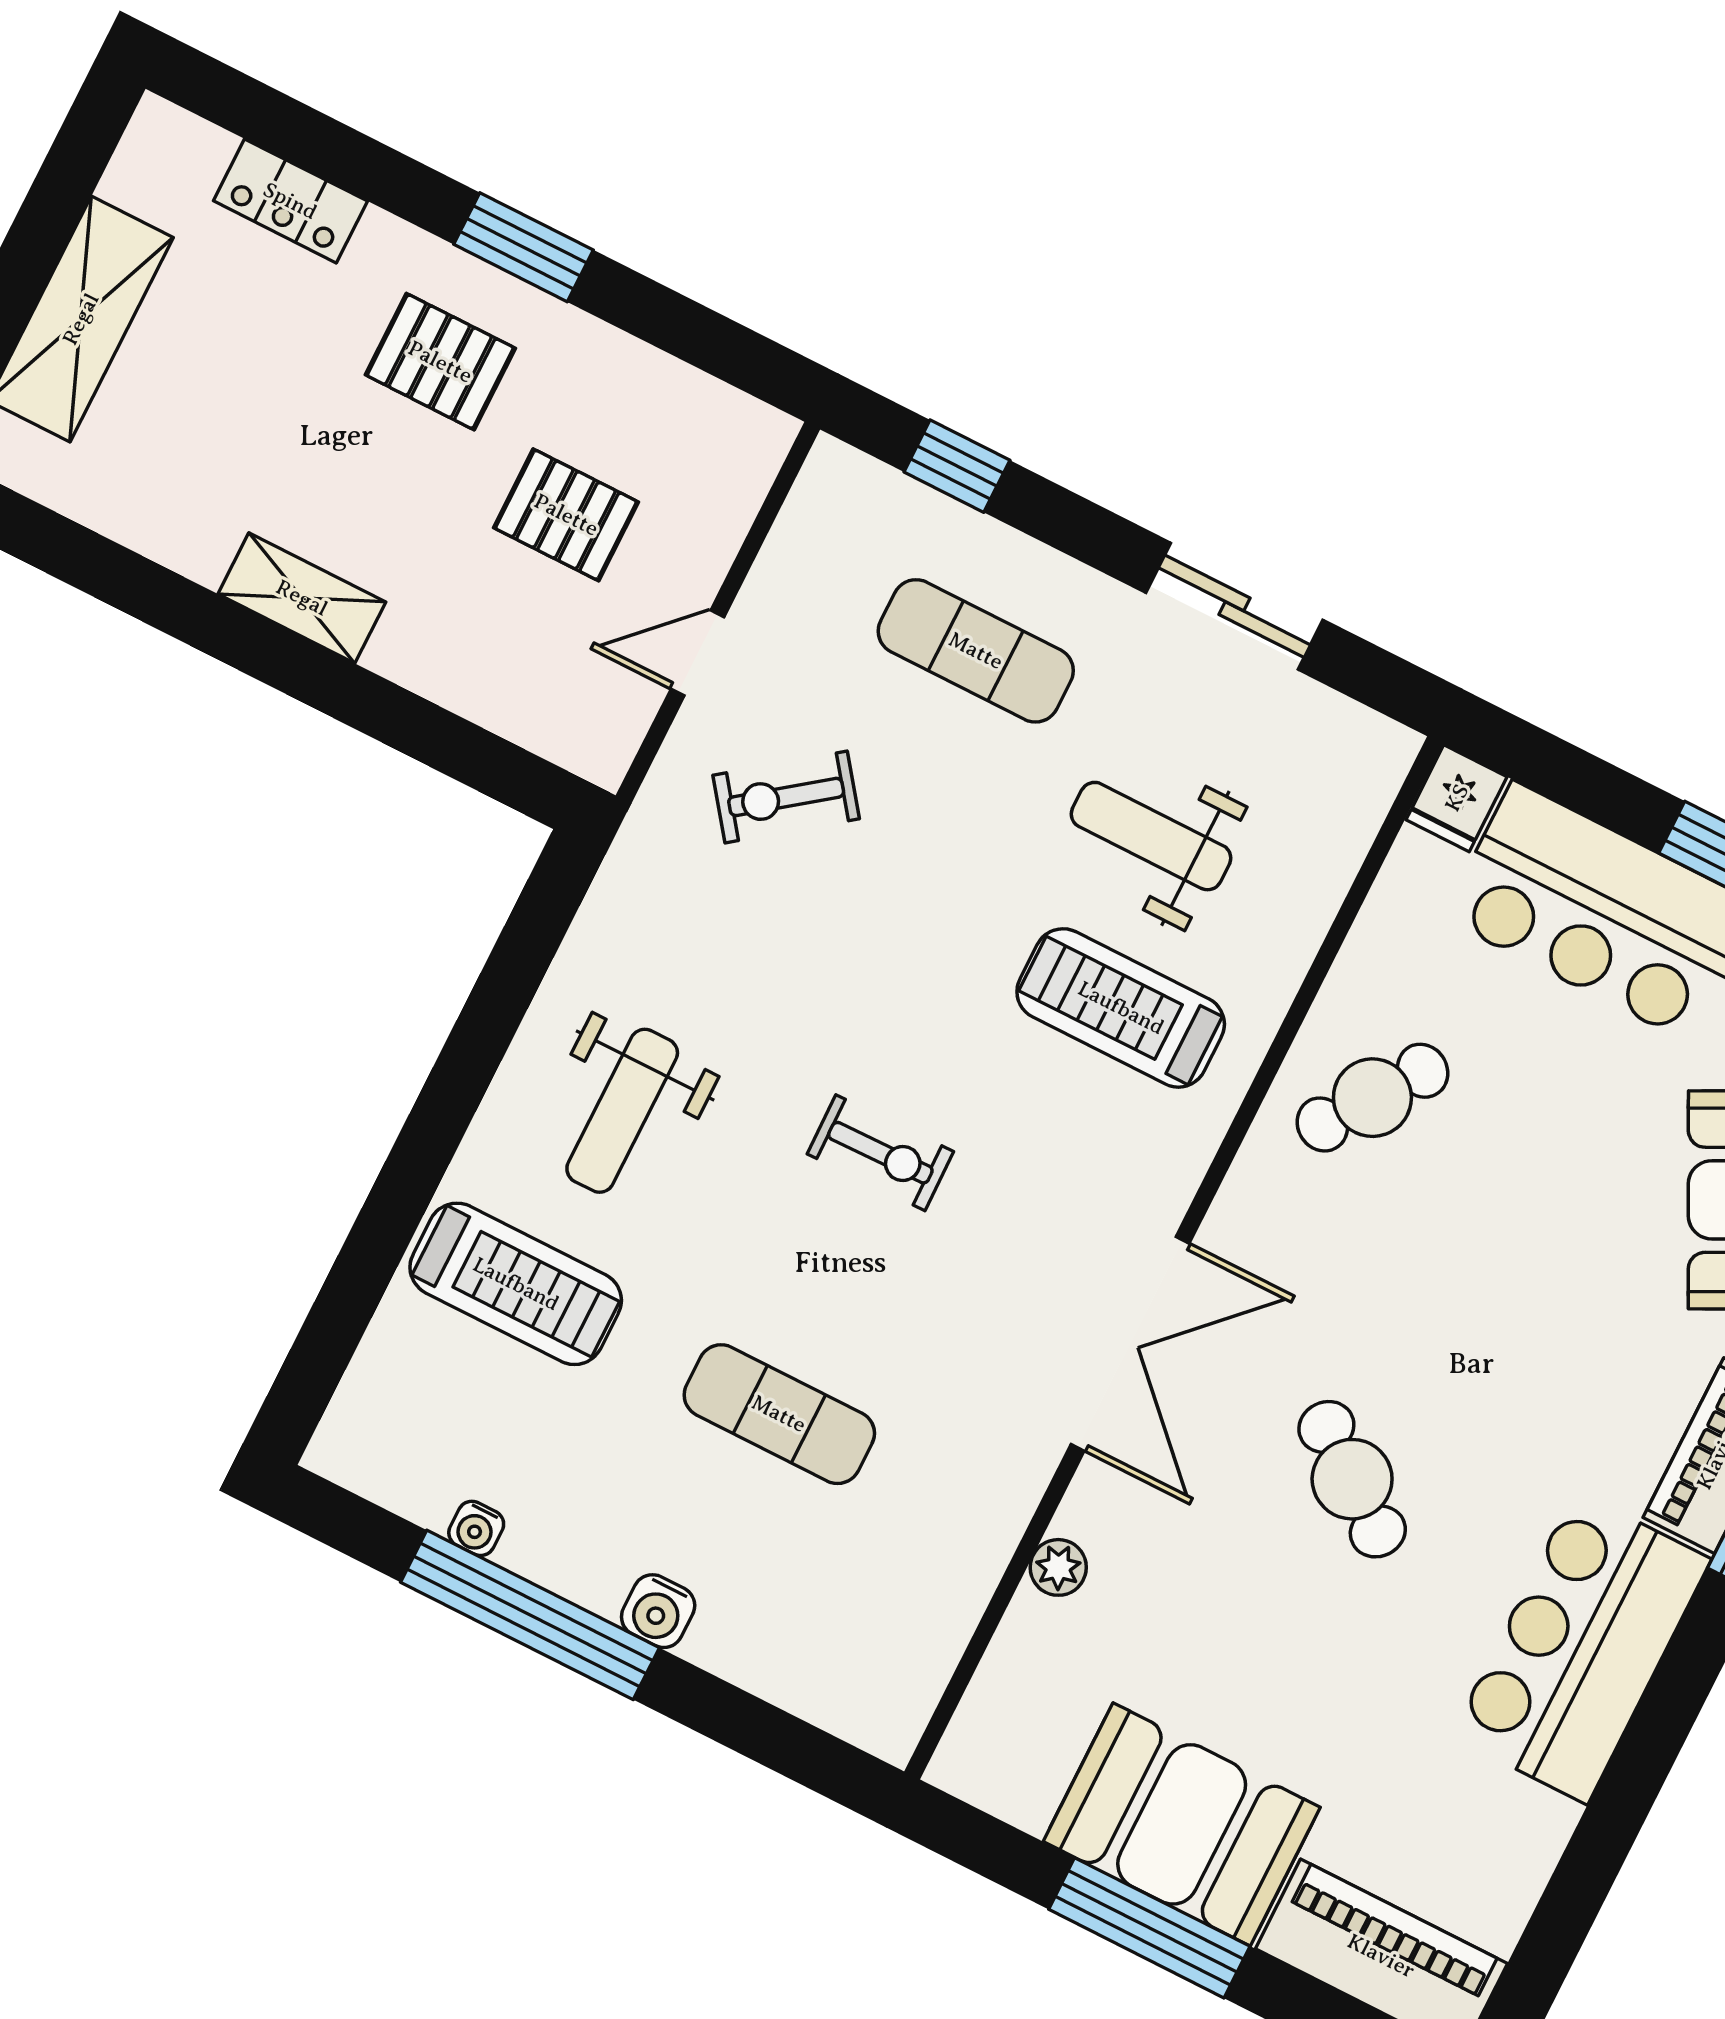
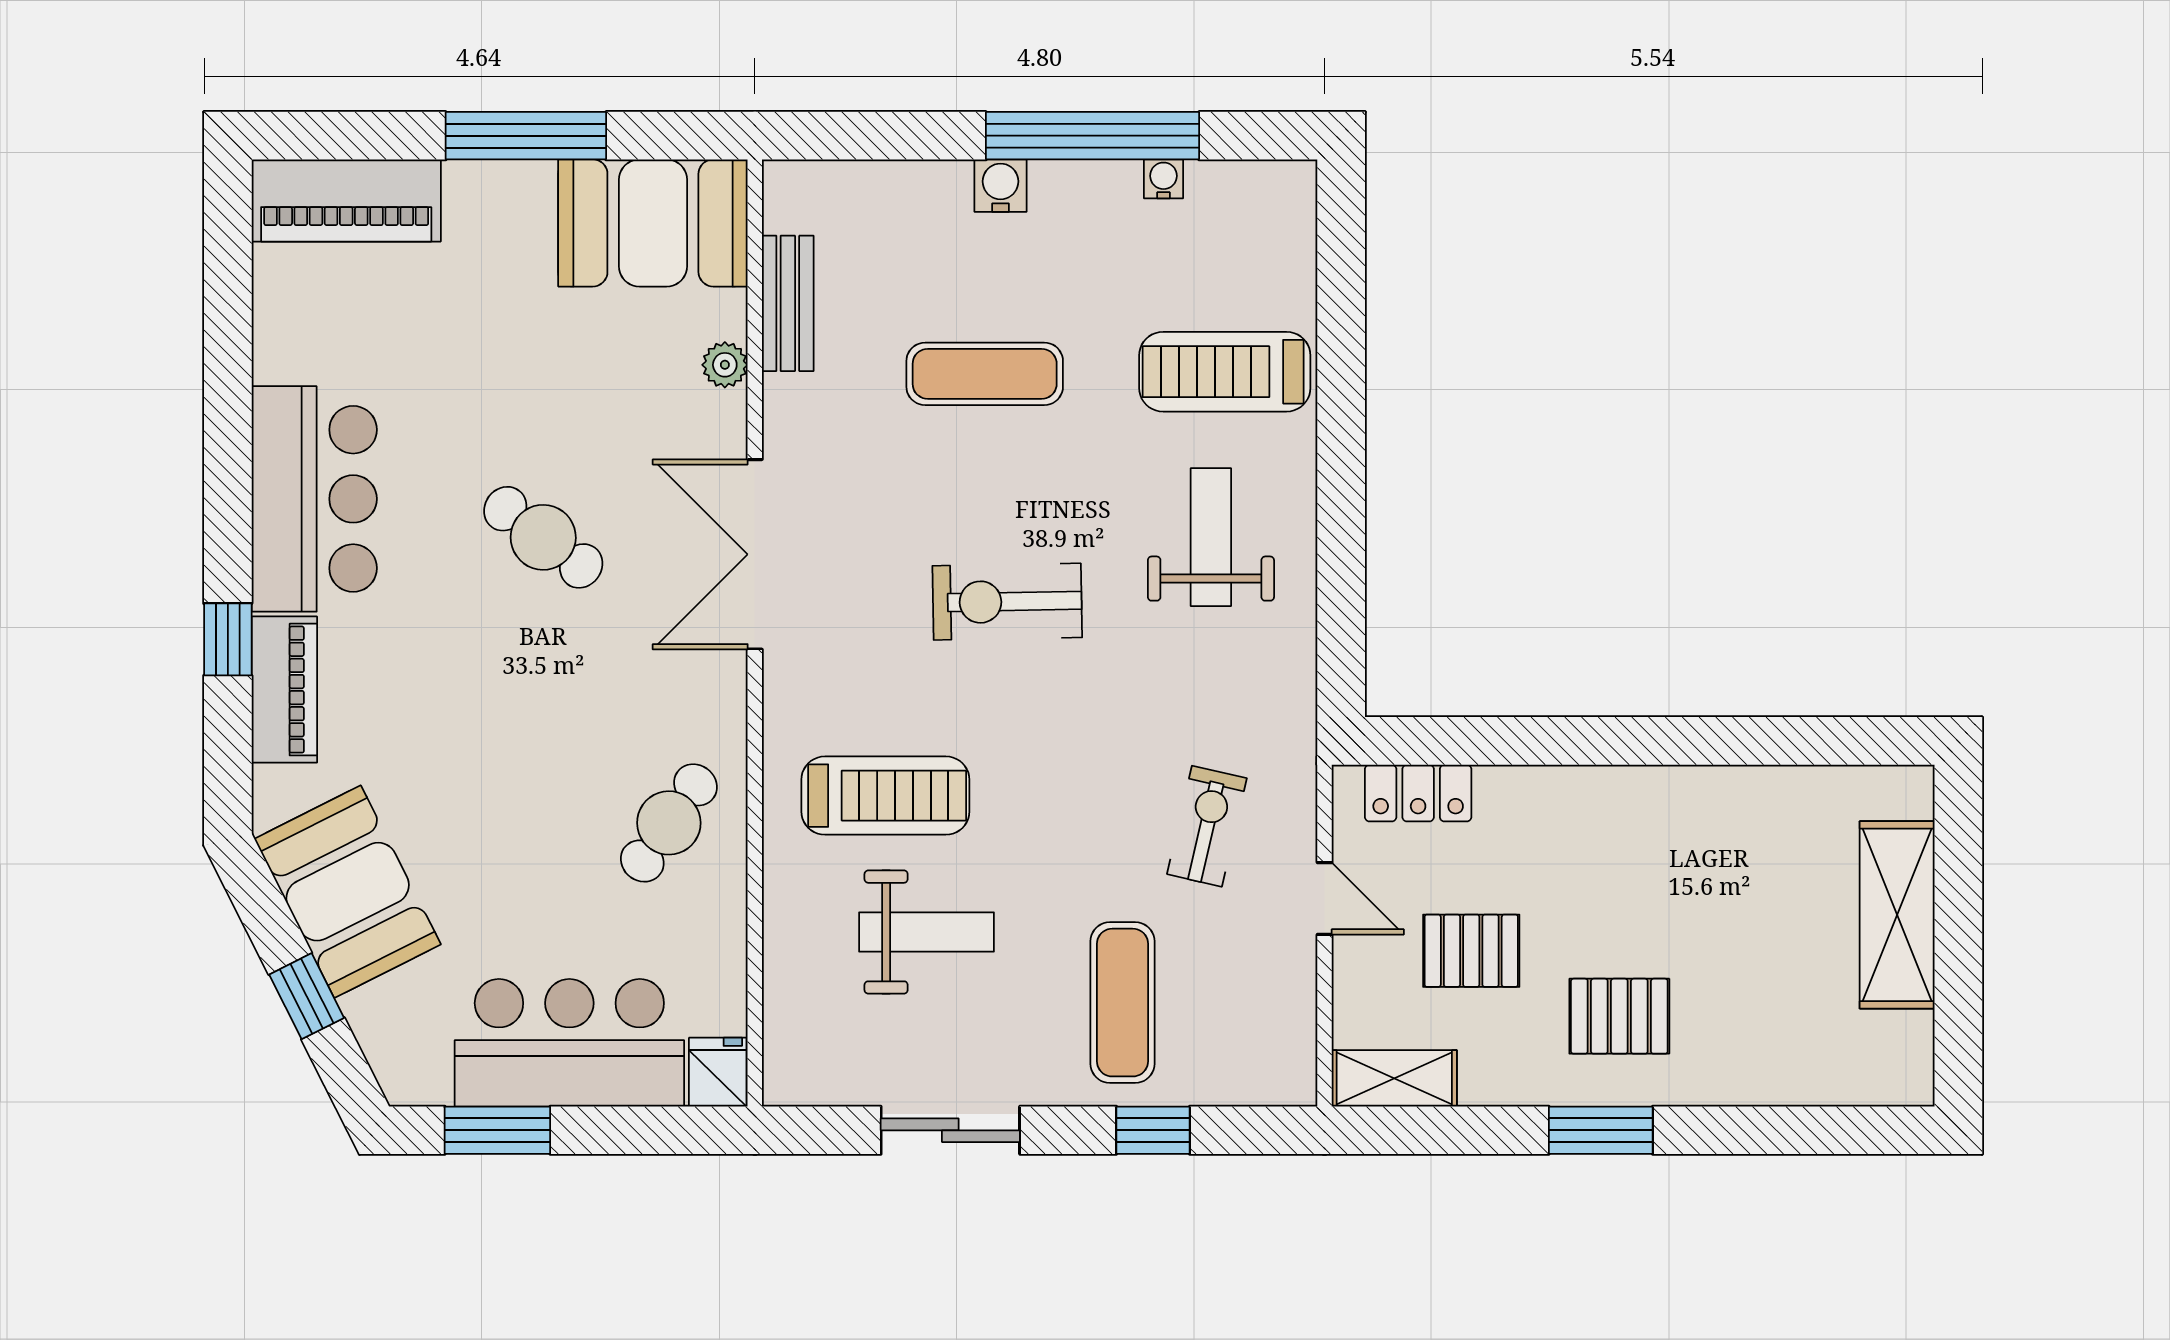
locker: (290, 201) -> (1418, 793), moved, turned 180
window: (957, 466) -> (1153, 1130), moved
shelving: (302, 598) -> (1394, 1078), moved
exercise mat: (976, 651) -> (1122, 1003), turned 90
door: (697, 653) -> (1325, 898), hinge flipped
exercise bike: (786, 797) -> (1207, 826), turned -40
exercise bike: (880, 1153) -> (1007, 602), width x1.38, depth x1.39
bench: (956, 1600) -> (788, 303), added
booth: (1182, 1824) -> (653, 223), moved

